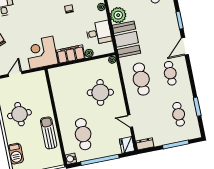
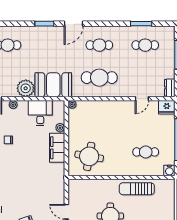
door: (185, 46) -> (74, 24), hinge flipped
corner desk: (41, 53) -> (49, 179), removed
round table: (100, 92) -> (89, 156), moved
cafe table: (83, 134) -> (146, 152), width x0.73, depth x0.74

